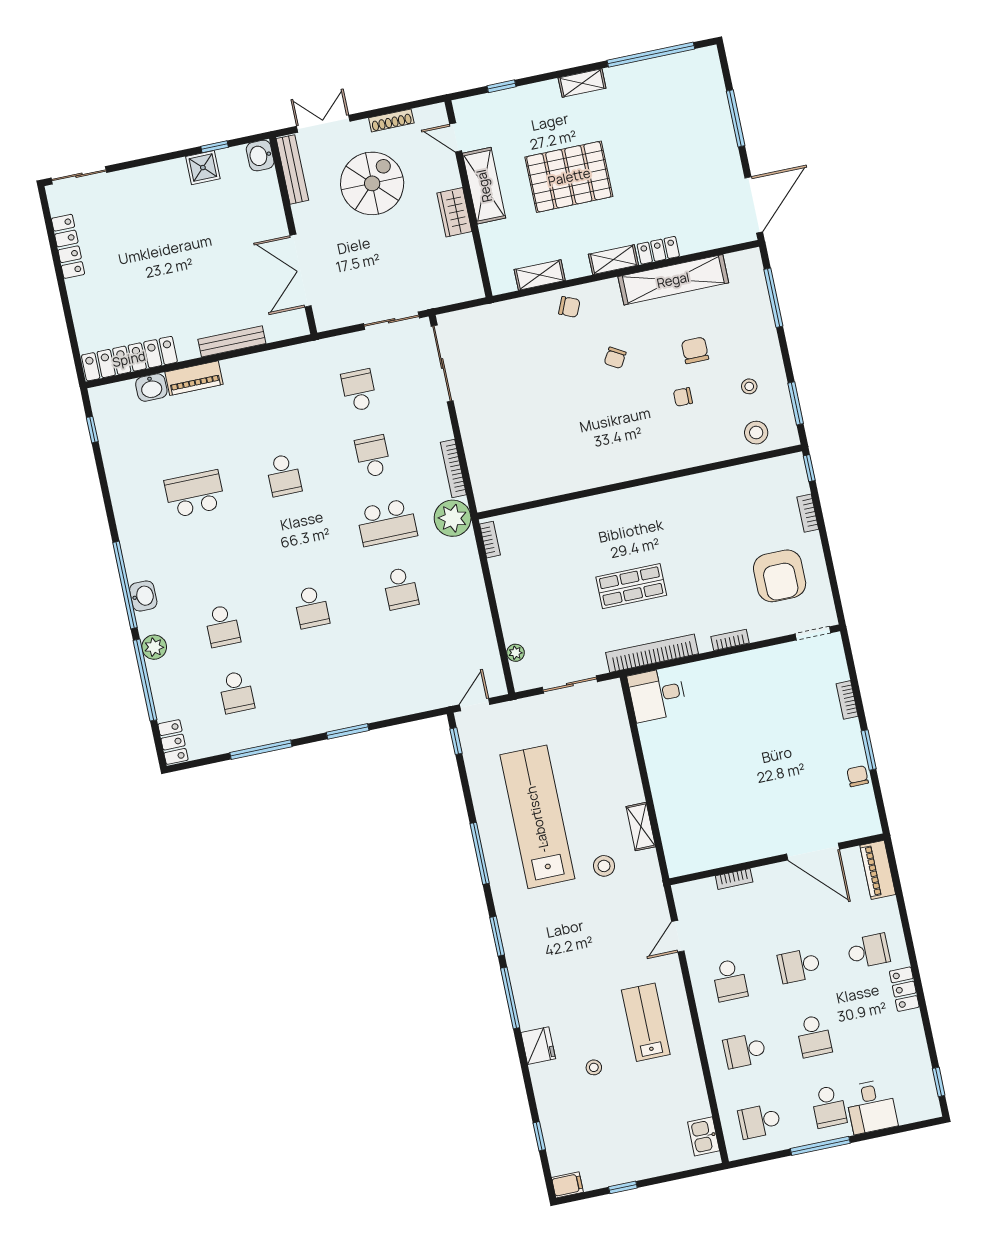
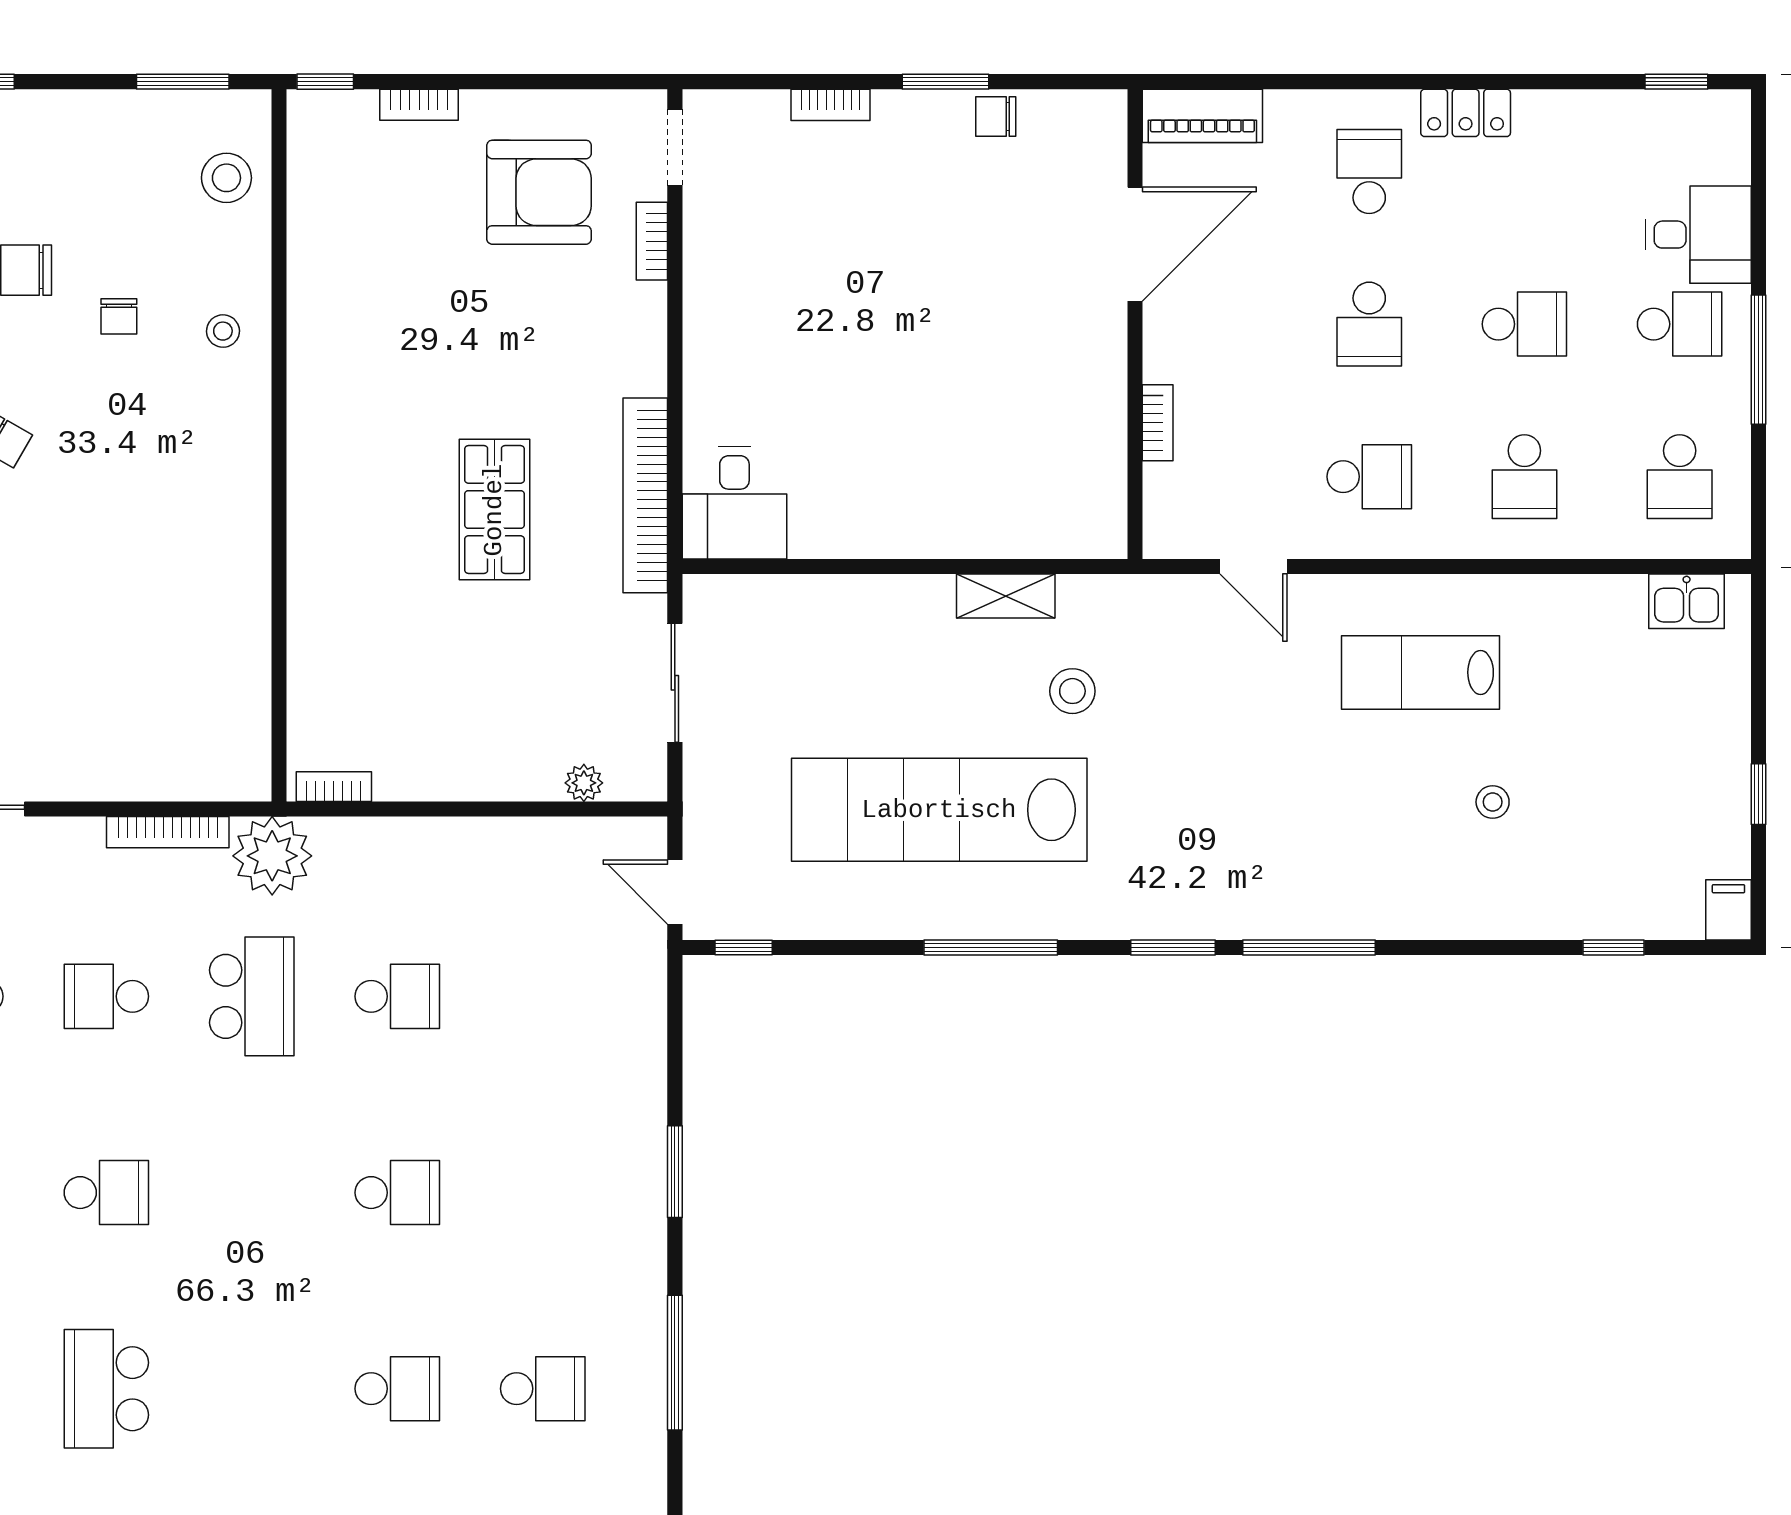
stool: (749, 386) -> (223, 331), moved
bookcase: (730, 640) -> (652, 241), moved
fridge: (538, 1046) -> (1422, 910), removed

